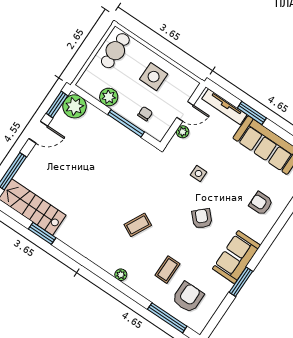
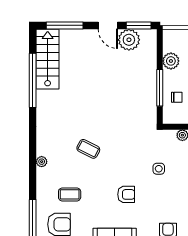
plant: (75, 106) -> (129, 40), moved
armchair: (202, 219) -> (126, 194), turned 43
window: (42, 233) -> (33, 80), width x2.11

